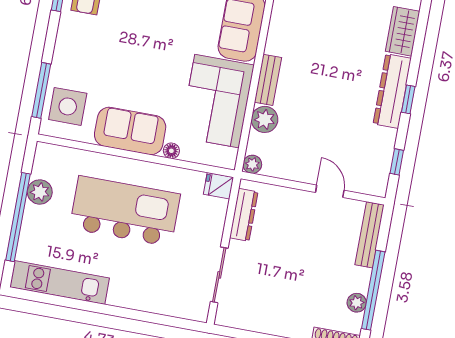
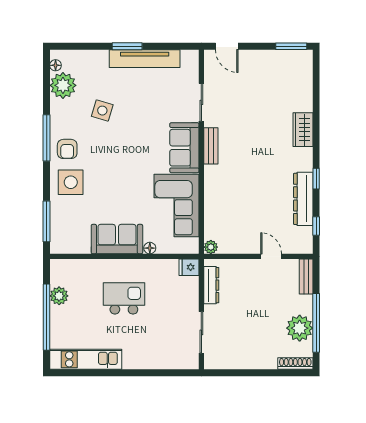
bench: (268, 80) -> (211, 146), moved
dresser: (392, 91) -> (303, 199), moved
side table: (68, 106) -> (71, 182), moved
plant: (265, 119) -> (214, 213), removed
kitchen island: (125, 211) -> (124, 298), width x0.54, depth x0.78
bench: (370, 235) -> (306, 276), width x0.73
plant: (357, 303) -> (300, 328), width x1.88, depth x1.88

